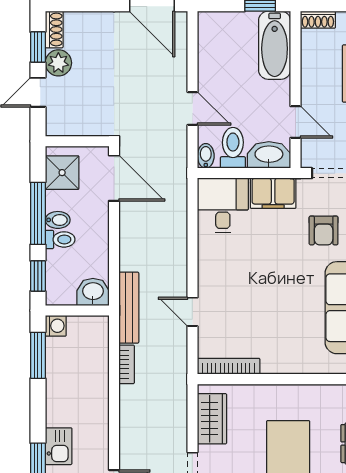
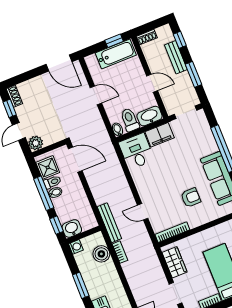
bathtub: (275, 45) -> (116, 54), moved, turned -90
plant: (58, 63) -> (36, 143), moved
door: (192, 108) -> (96, 95), moved
door: (296, 122) -> (152, 83), moved
armchair: (324, 230) -> (191, 198), moved, turned -90
toilet: (60, 239) -> (52, 182), moved
washbasin: (93, 292) -> (72, 228), moved
window: (38, 355) -> (81, 285), moved
boiler: (94, 355) -> (101, 254), added

